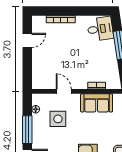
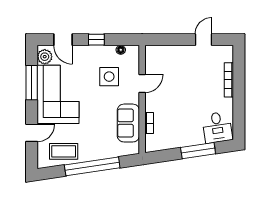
door: (27, 40) -> (203, 40), swing flipped
window: (27, 130) -> (96, 40), width x0.46

